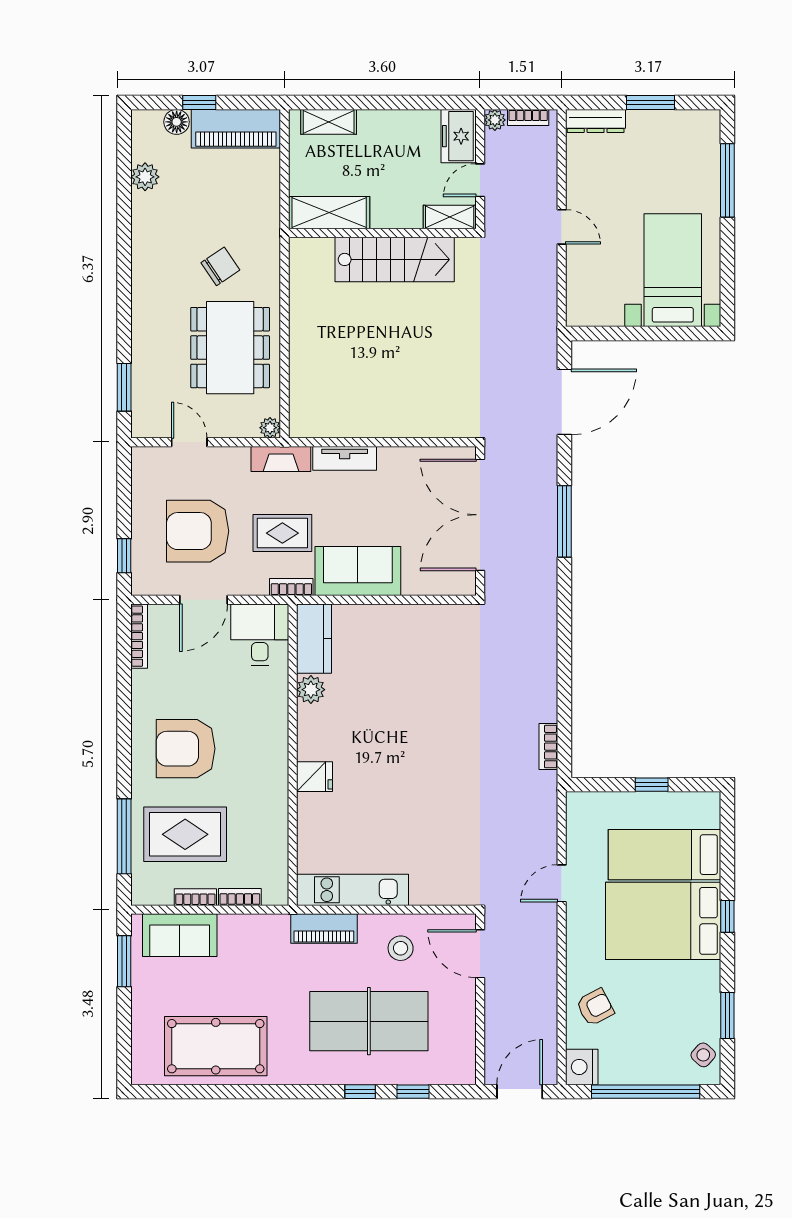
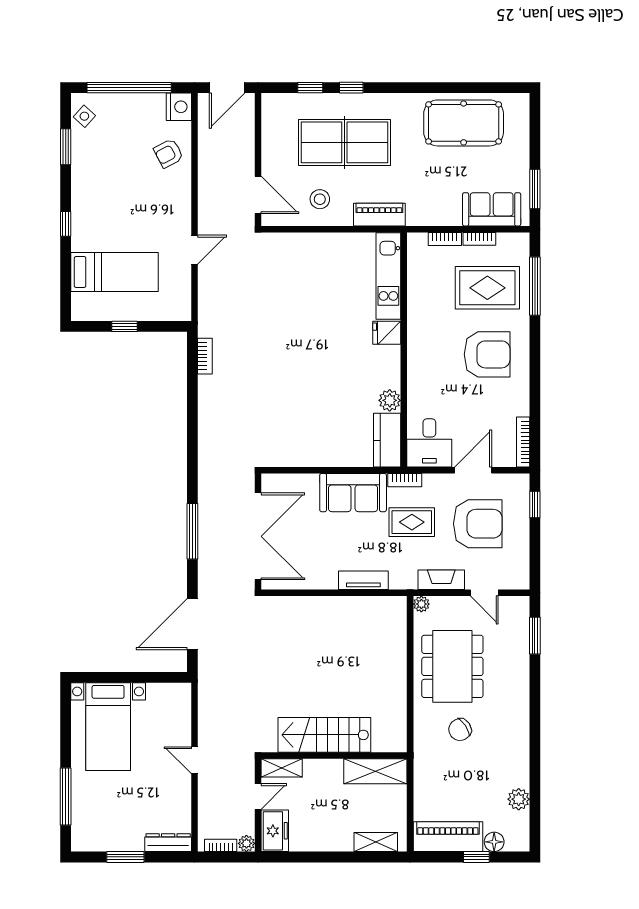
fireplace: (281, 459) -> (441, 580), moved
kitchen unit: (352, 890) -> (388, 276), moved, turned 90
bed: (663, 921) -> (116, 220), removed

